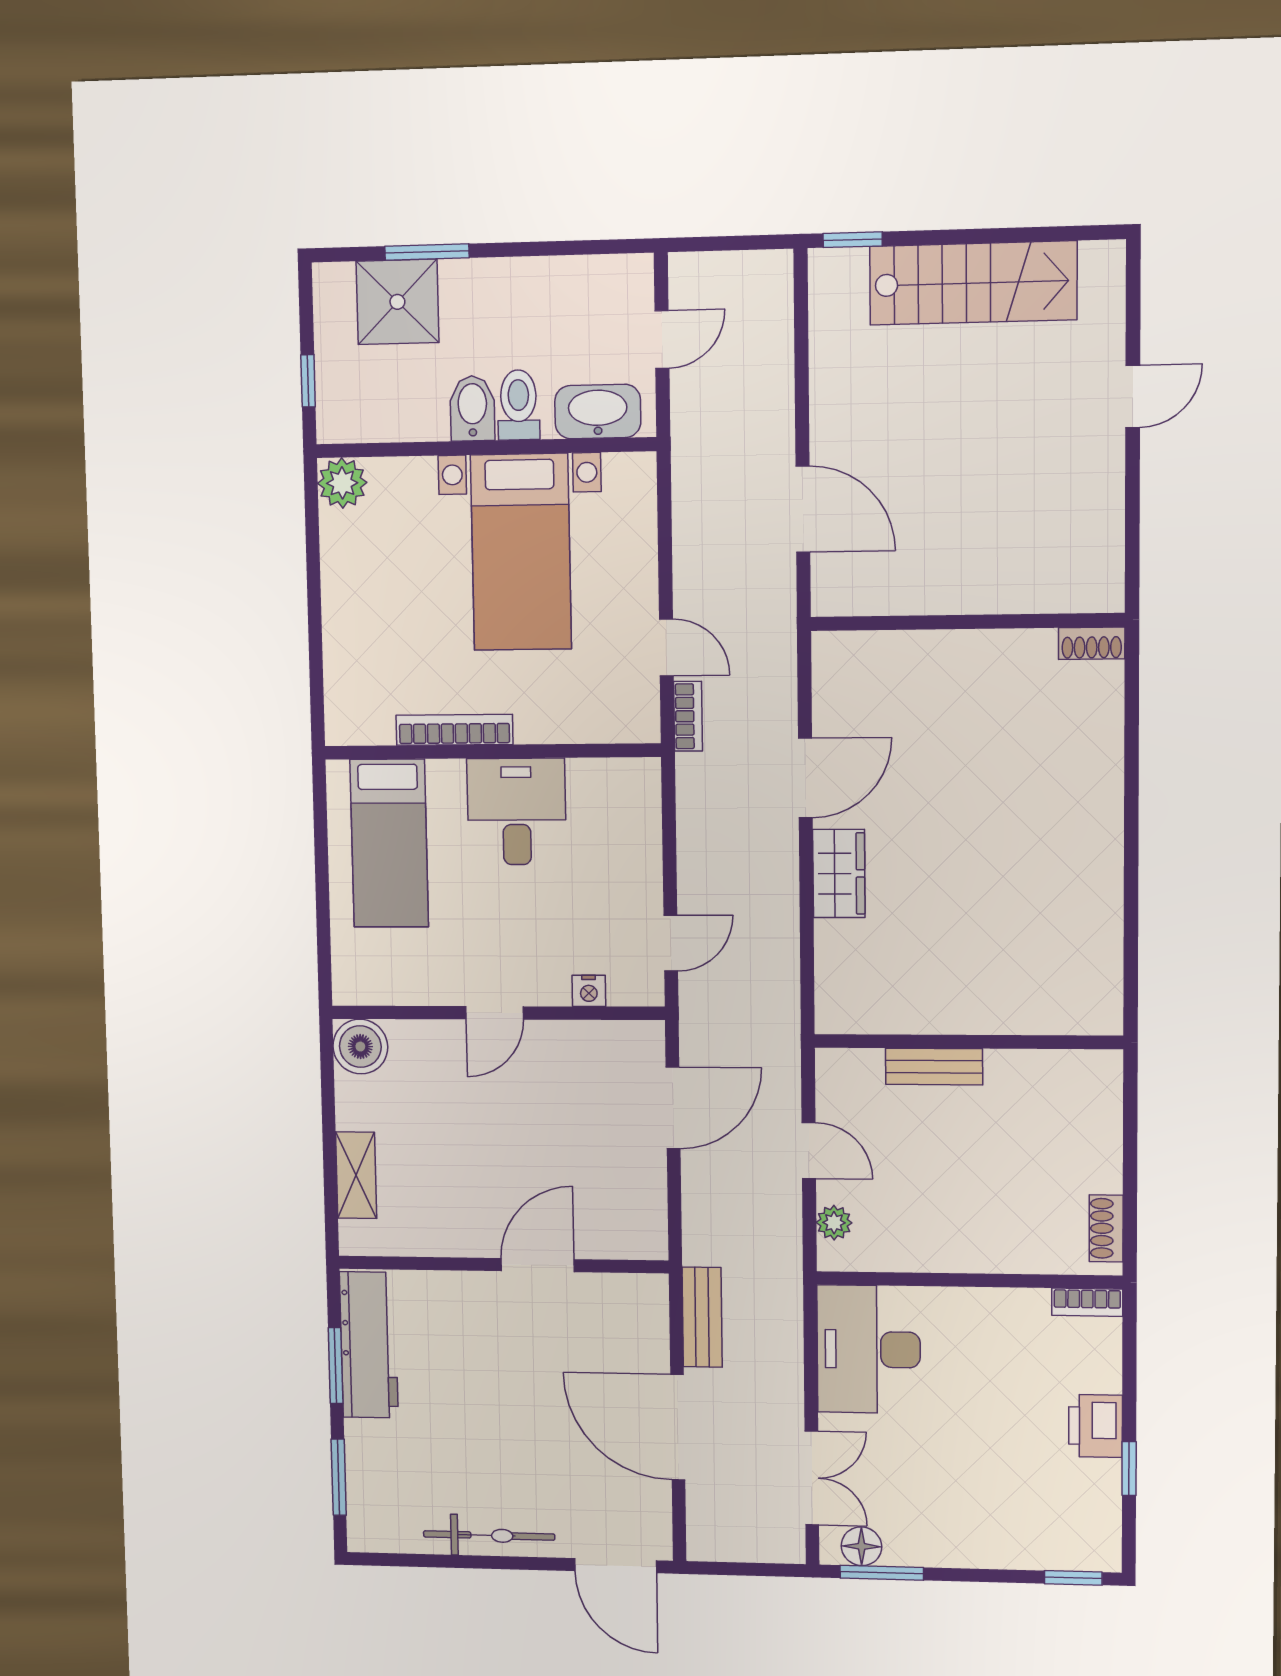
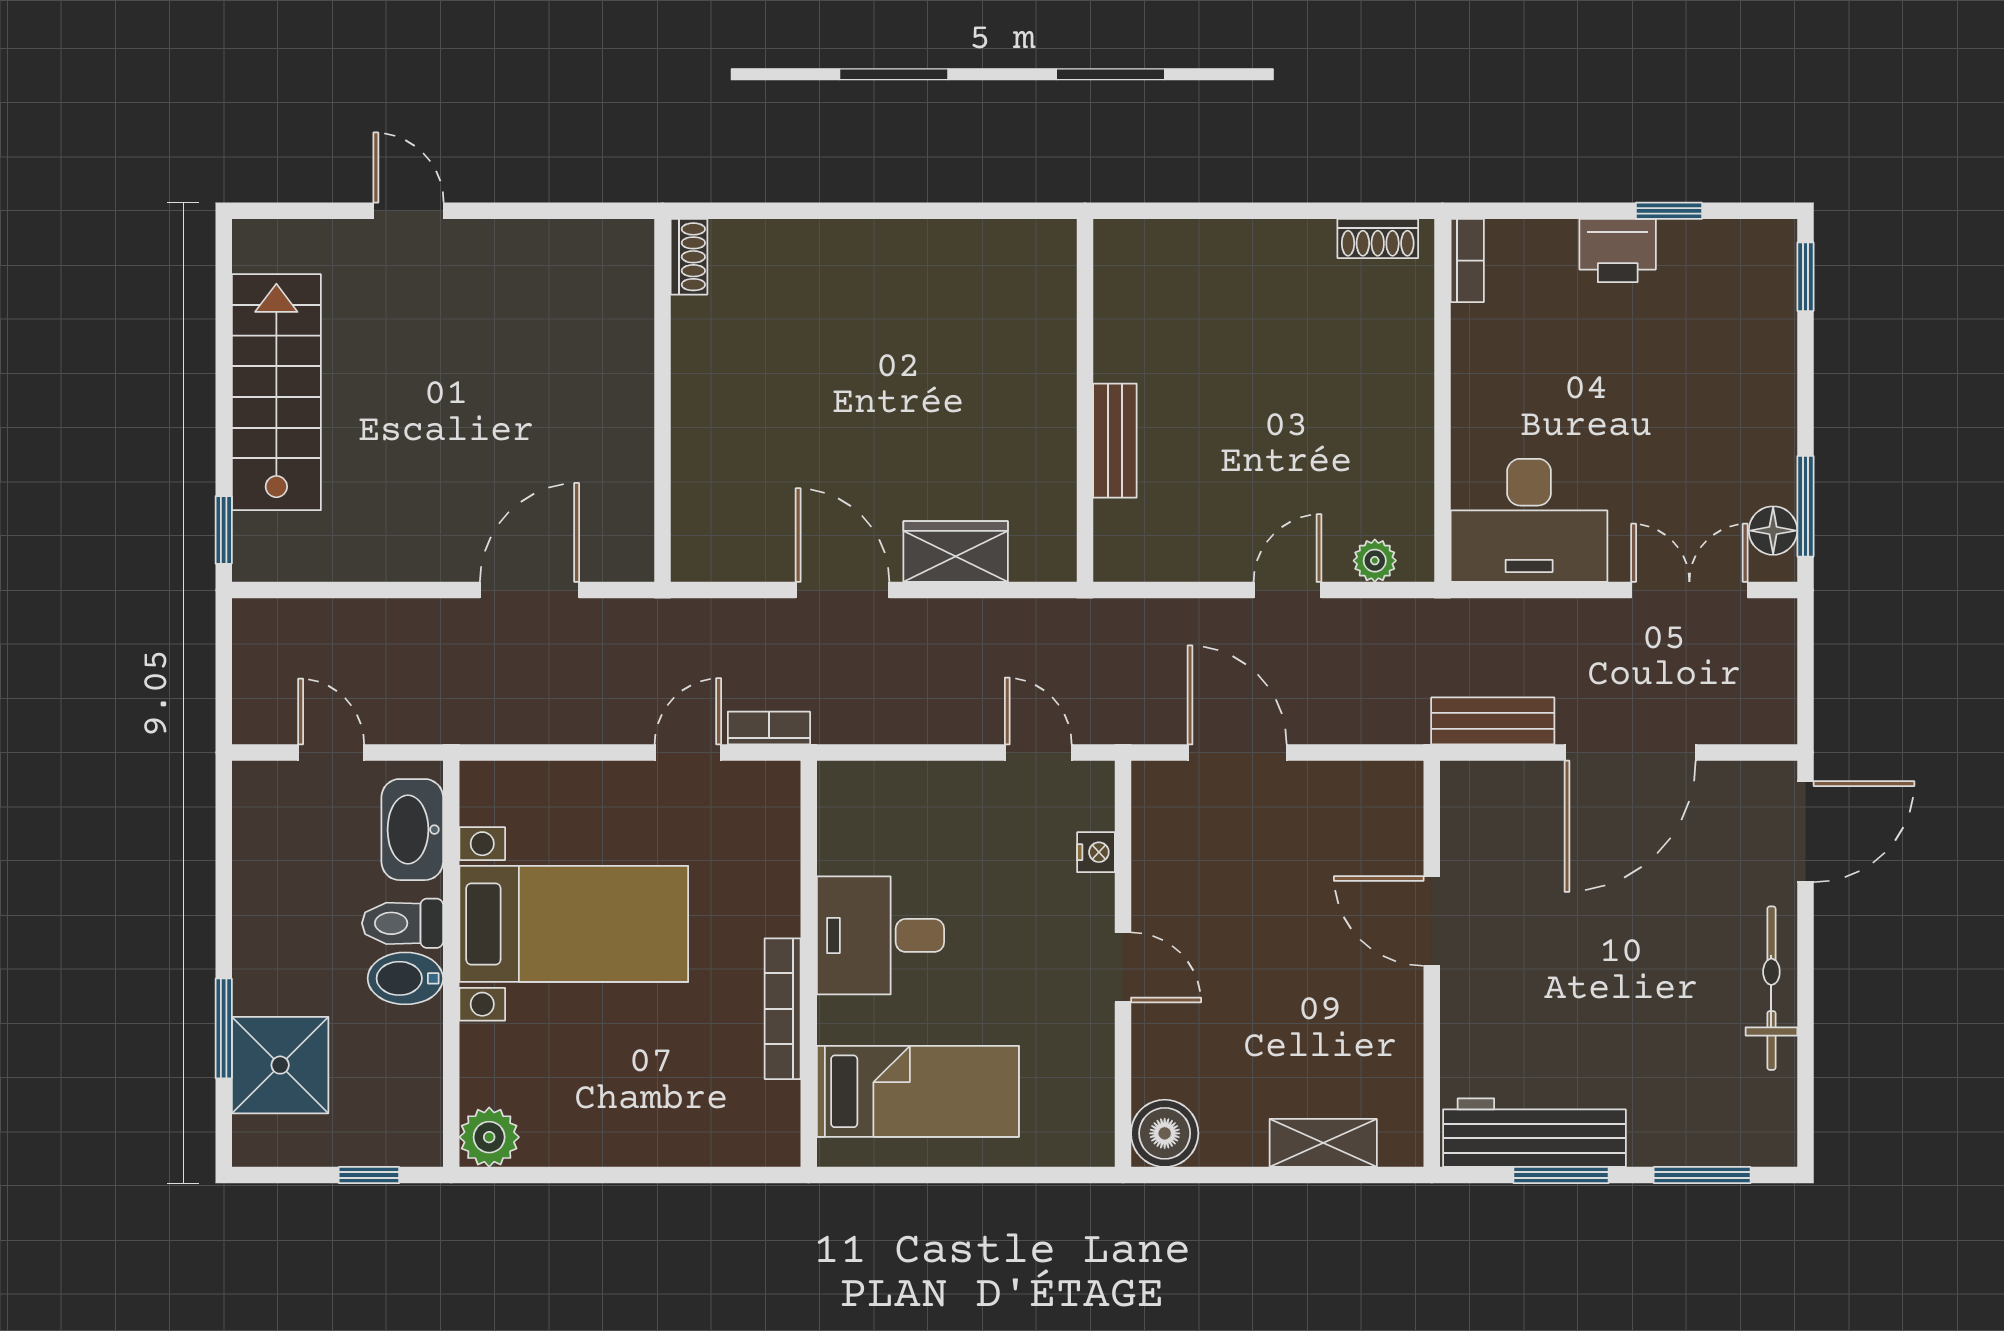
wall: (968, 1042) -> (1085, 400), moved
bench: (934, 1067) -> (1115, 441), moved

